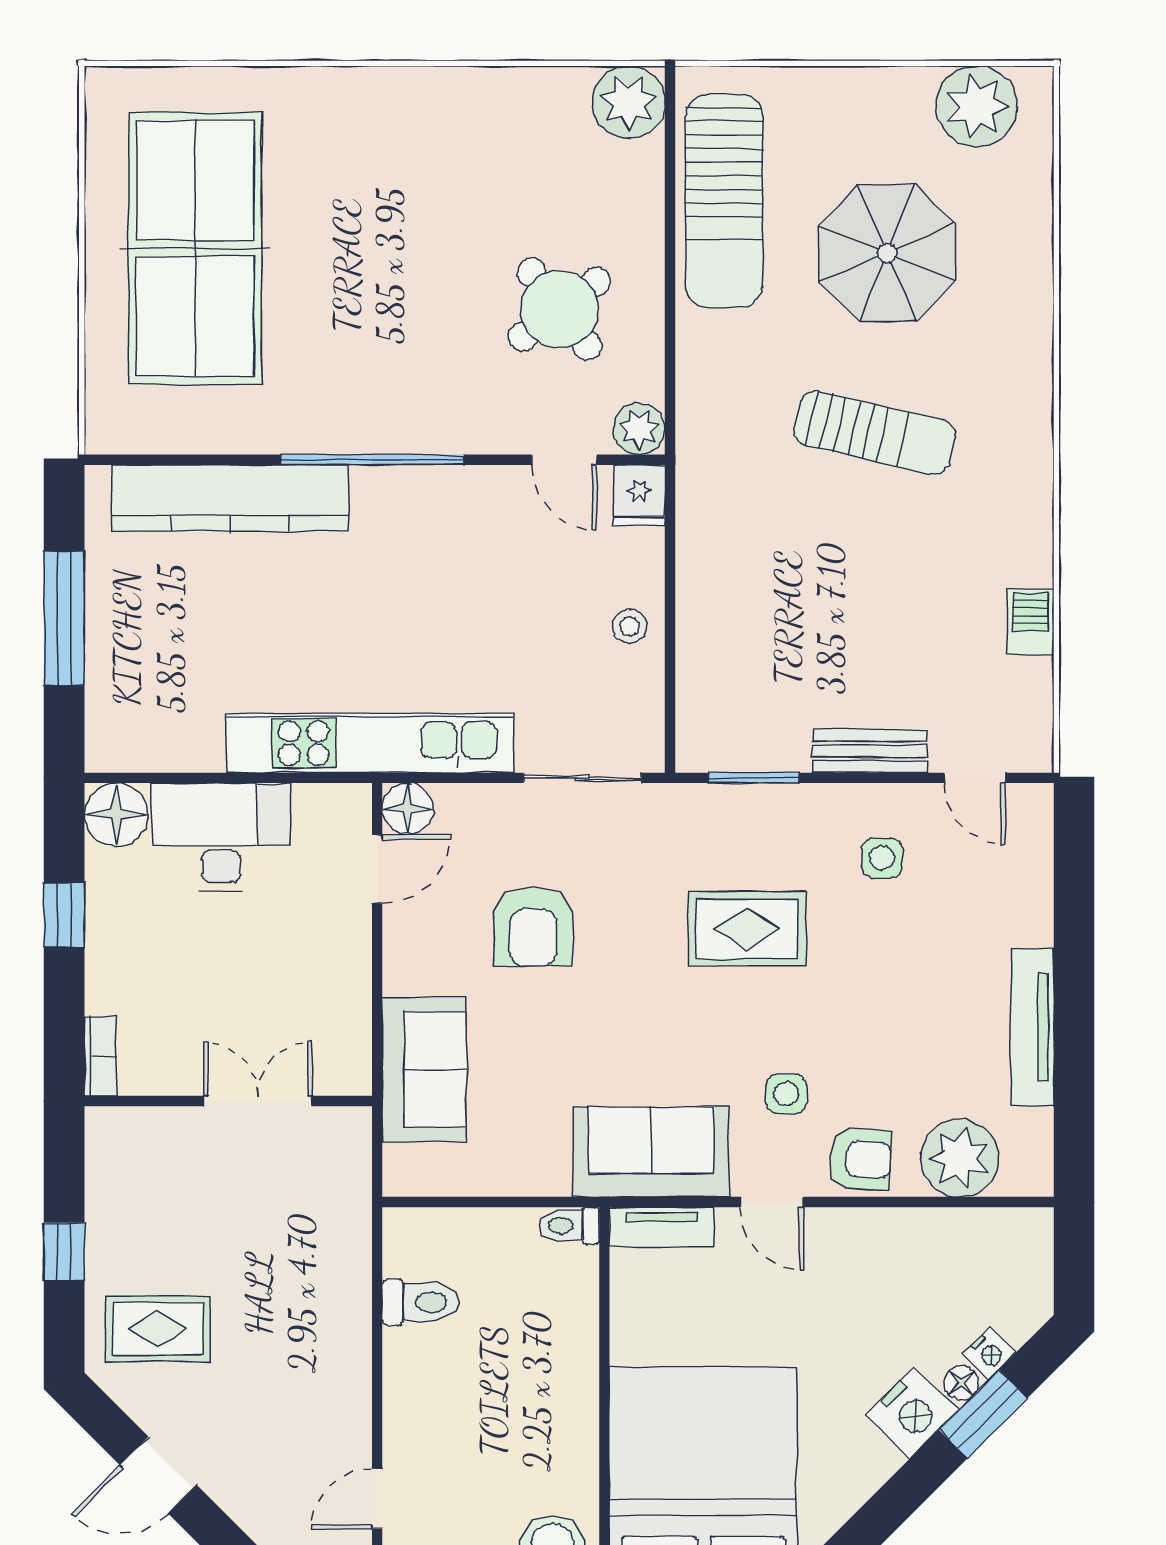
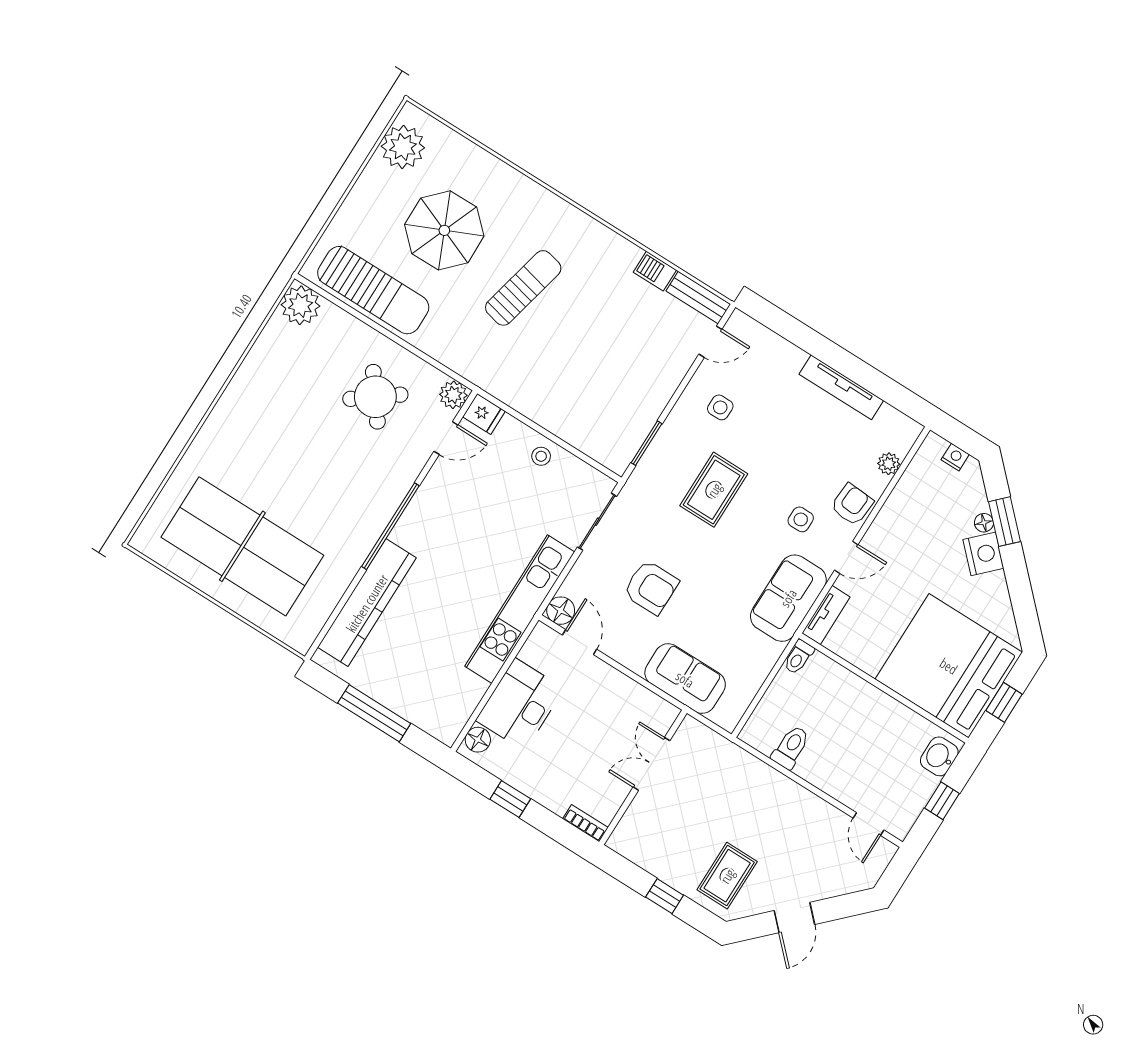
bench: (870, 751) -> (698, 298), moved, turned 90
floor lamp: (116, 815) -> (478, 740), width x0.73, depth x0.73
plant: (960, 1158) -> (889, 464), width x0.53, depth x0.53
nightstand: (989, 1353) -> (955, 457), moved, turned -45

